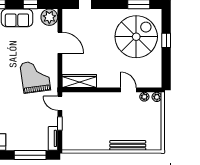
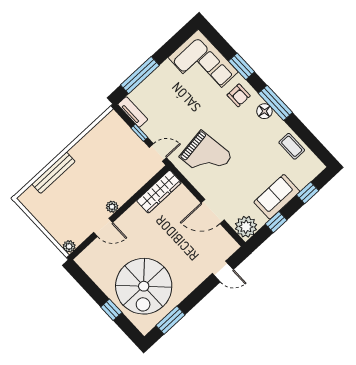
plant: (144, 97) -> (112, 207), moved

